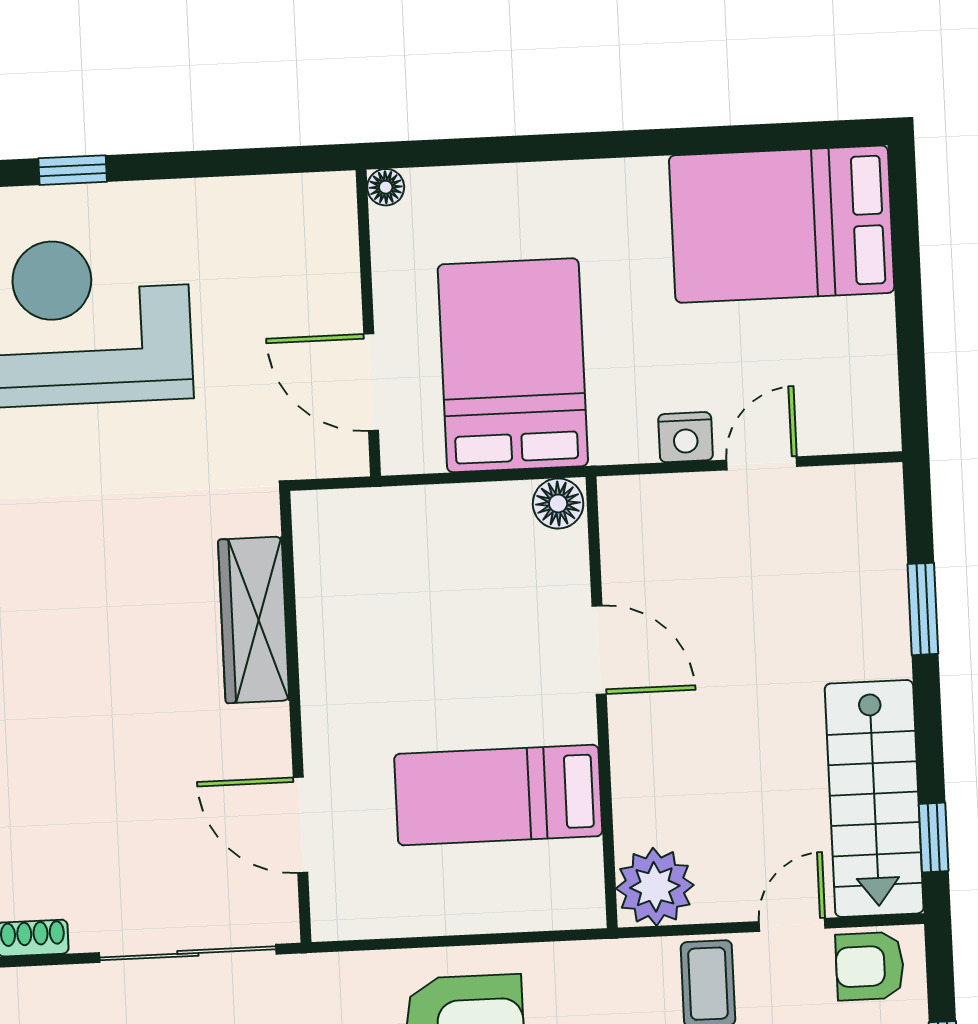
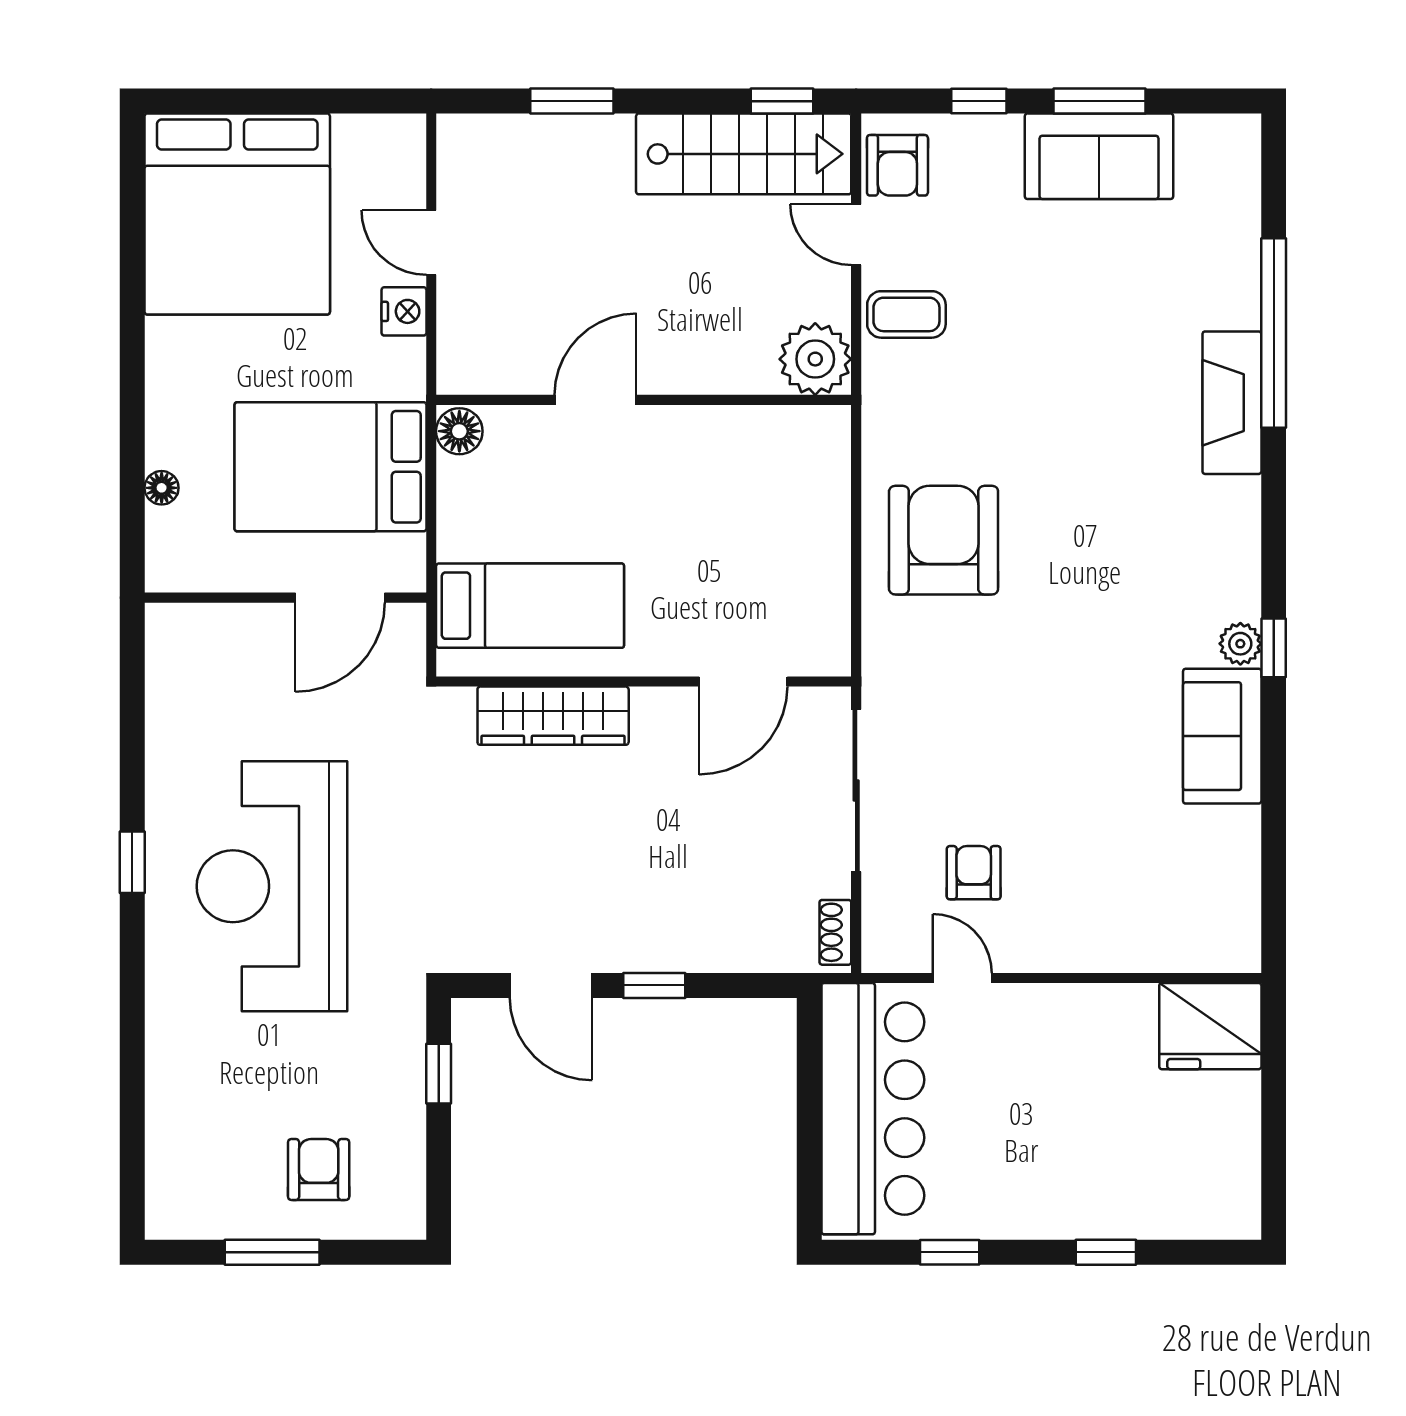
floor lamp: (386, 187) -> (162, 488), moved
bed: (782, 224) -> (237, 214), width x1.36
bed: (498, 795) -> (530, 606), moved, turned -90

